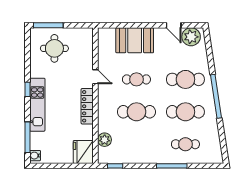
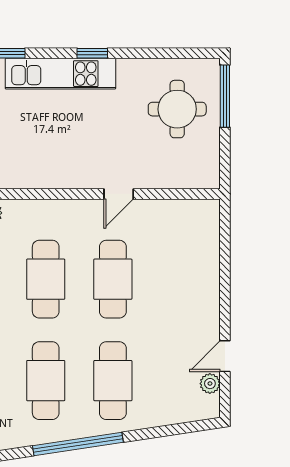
plant: (191, 37) -> (210, 384), width x0.53, depth x0.53
booth: (135, 40) -> (194, 275), removed
cafe table: (136, 79) -> (113, 279), width x1.37, depth x1.35
locker: (87, 106) -> (57, 177), removed

